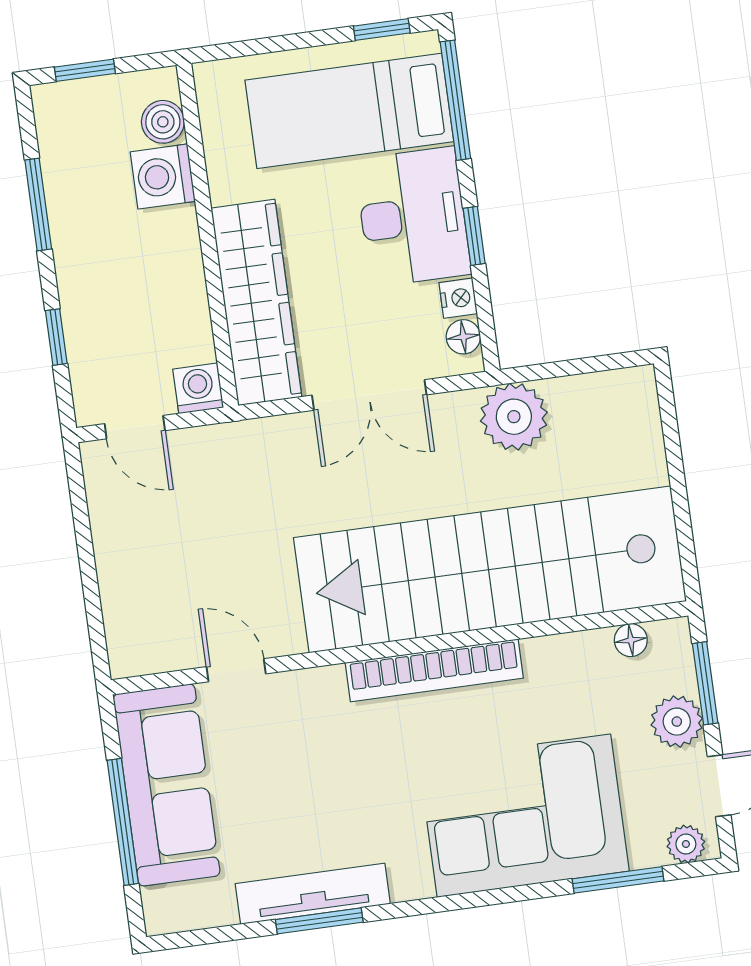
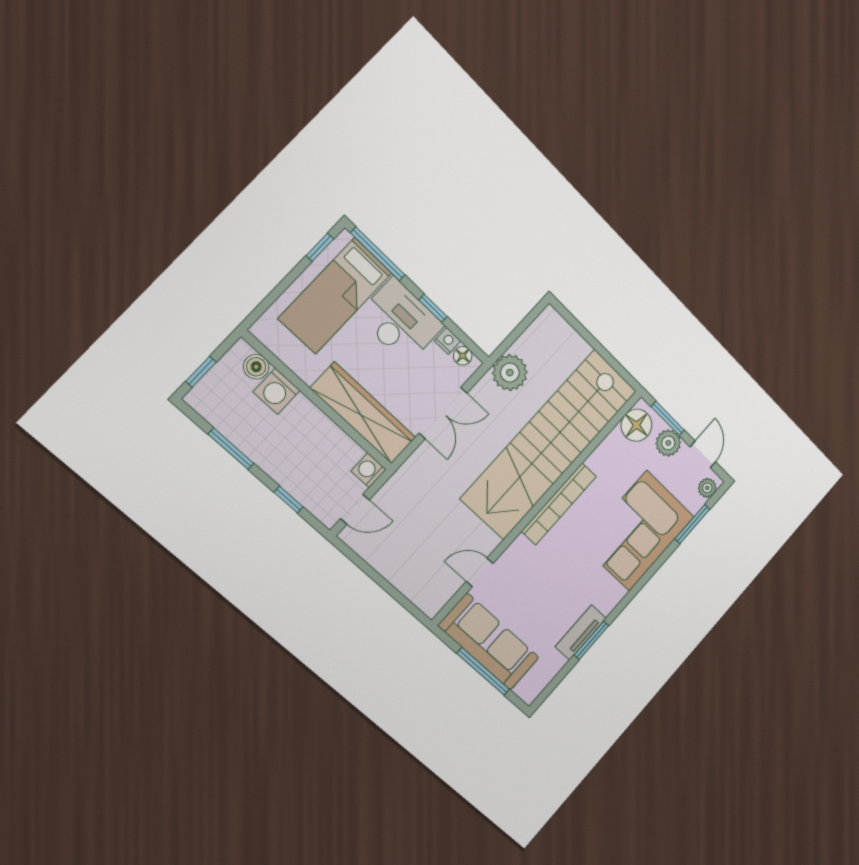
floor lamp: (631, 640) -> (636, 425), width x1.89, depth x1.89
tv unit: (313, 894) -> (581, 632), width x0.71

